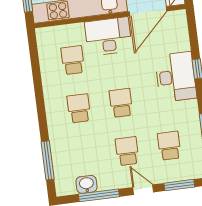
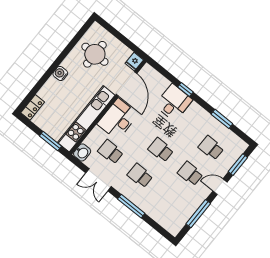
double door: (37, 75) -> (98, 180), added
desk: (176, 77) -> (174, 103), width x0.73
window: (48, 160) -> (131, 206), moved
washbasin: (87, 184) -> (82, 152), moved, turned 180

